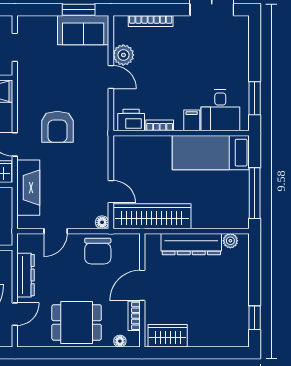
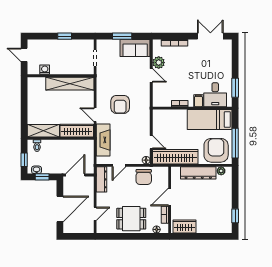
window: (79, 10) -> (122, 36), moved
printer: (131, 120) -> (163, 100), removed
armchair: (222, 205) -> (216, 150), added
dresser: (26, 275) -> (102, 179), moved

